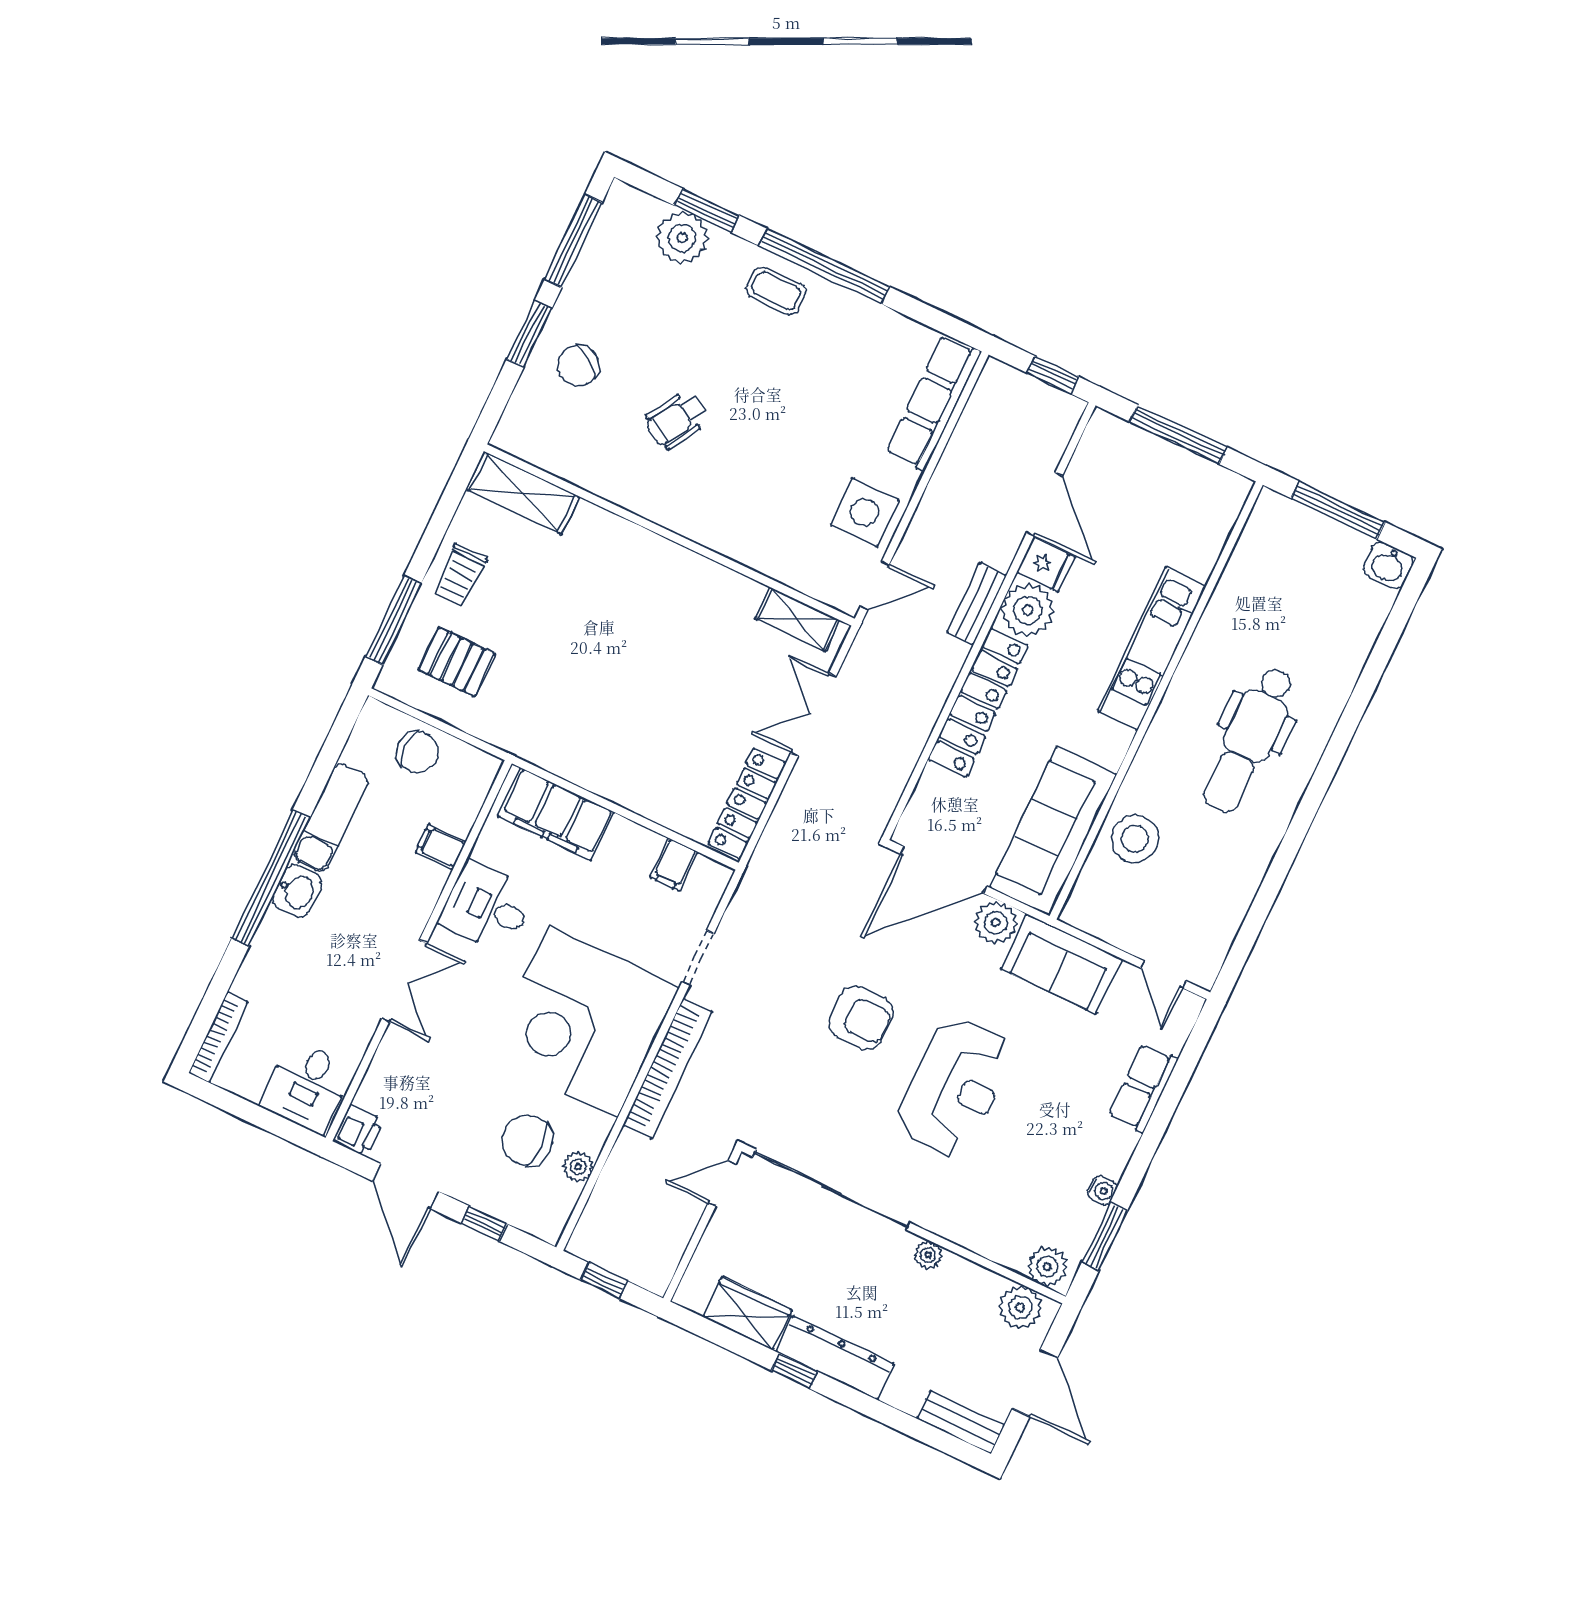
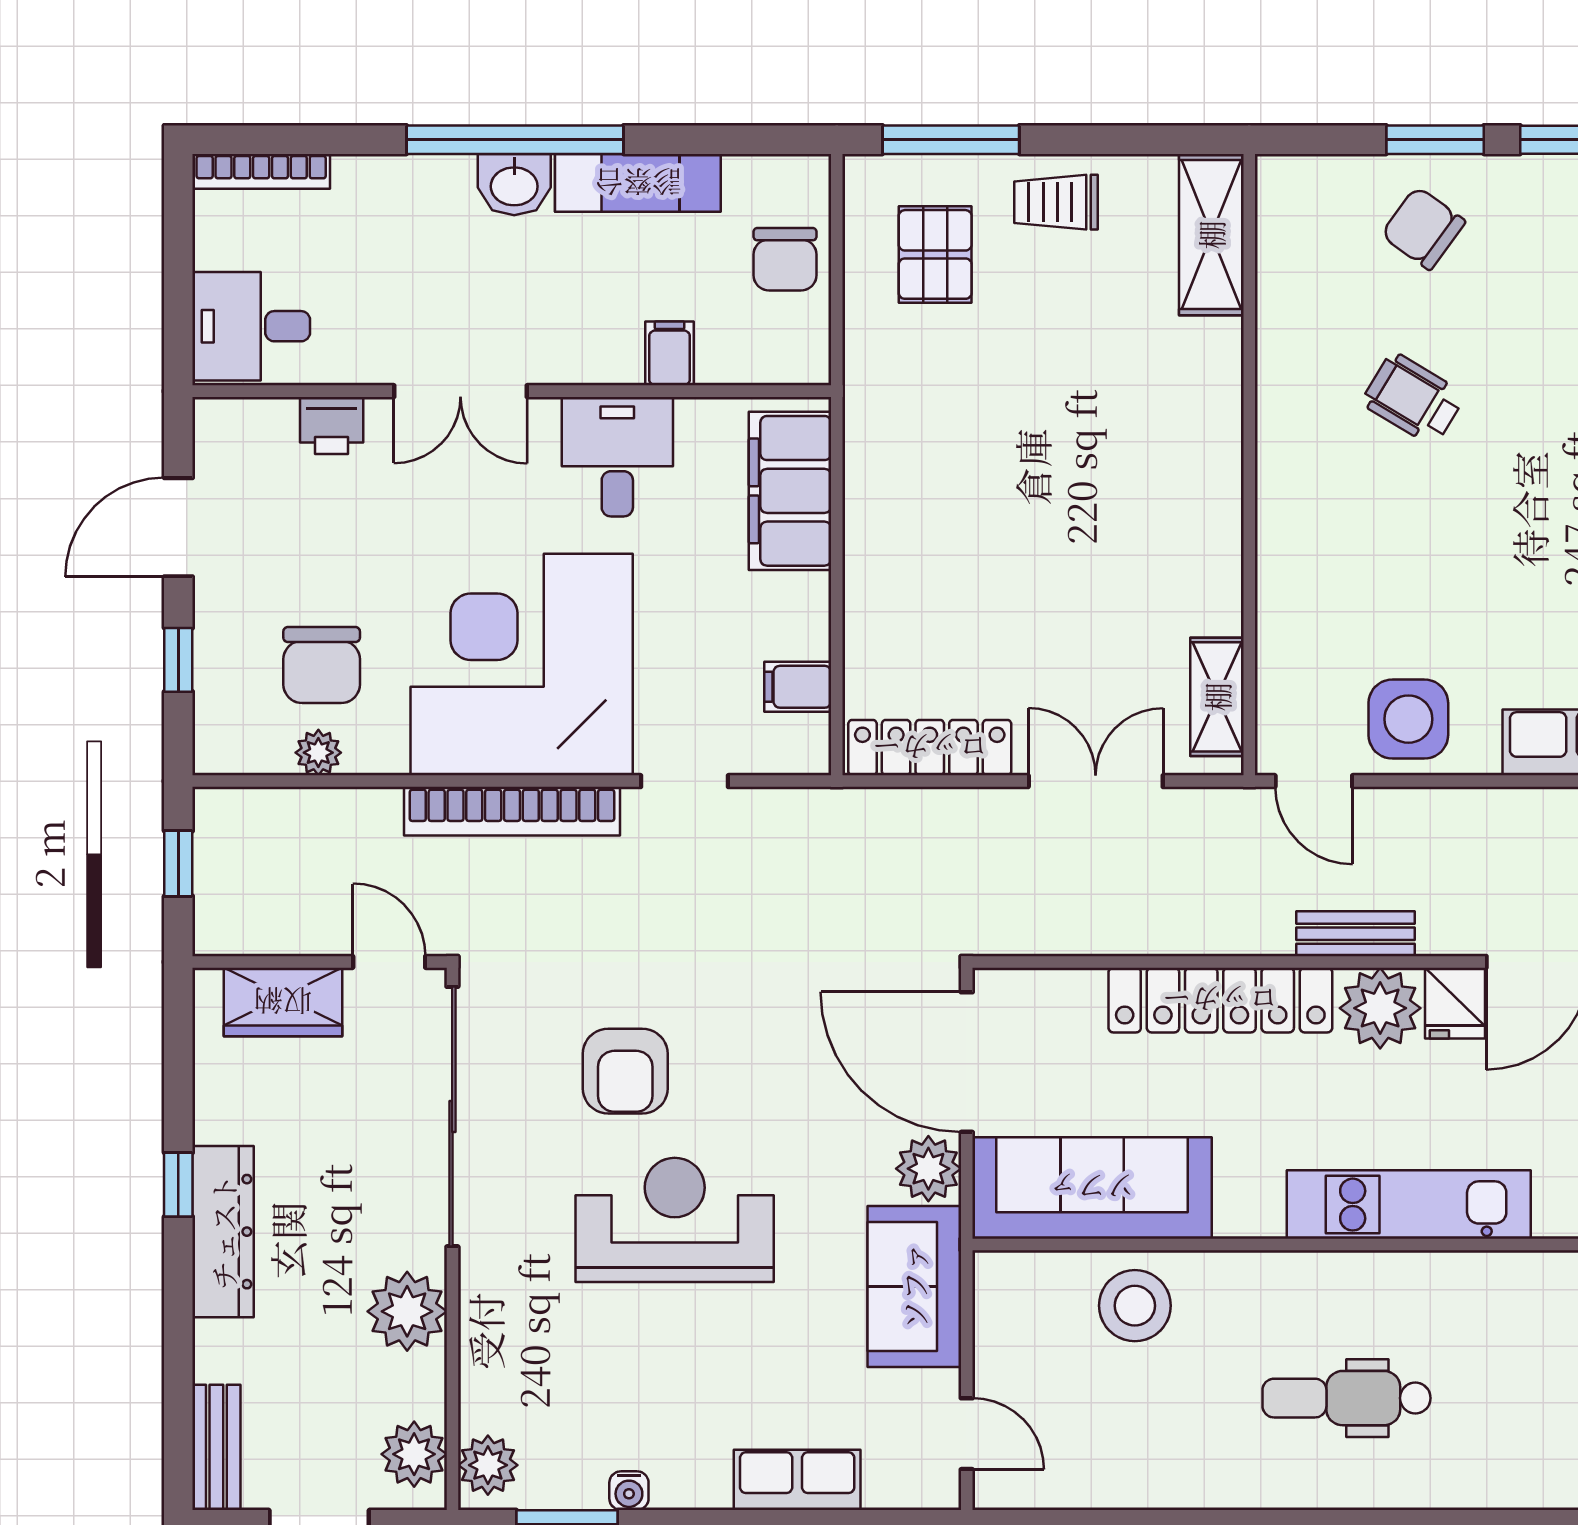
dental chair: (1249, 740) -> (1346, 1398), width x0.73, depth x0.72
door: (1163, 974) -> (967, 1434), swing flipped
armchair: (861, 1018) -> (625, 1071), moved
reception desk: (955, 1087) -> (675, 1220), turned 180
printer: (358, 1131) -> (332, 425), moved
chair: (527, 1140) -> (322, 665), turned 180
plant: (928, 1255) -> (407, 1311), width x1.87, depth x1.87
wardrobe: (747, 1313) -> (283, 1002), moved, turned 90

